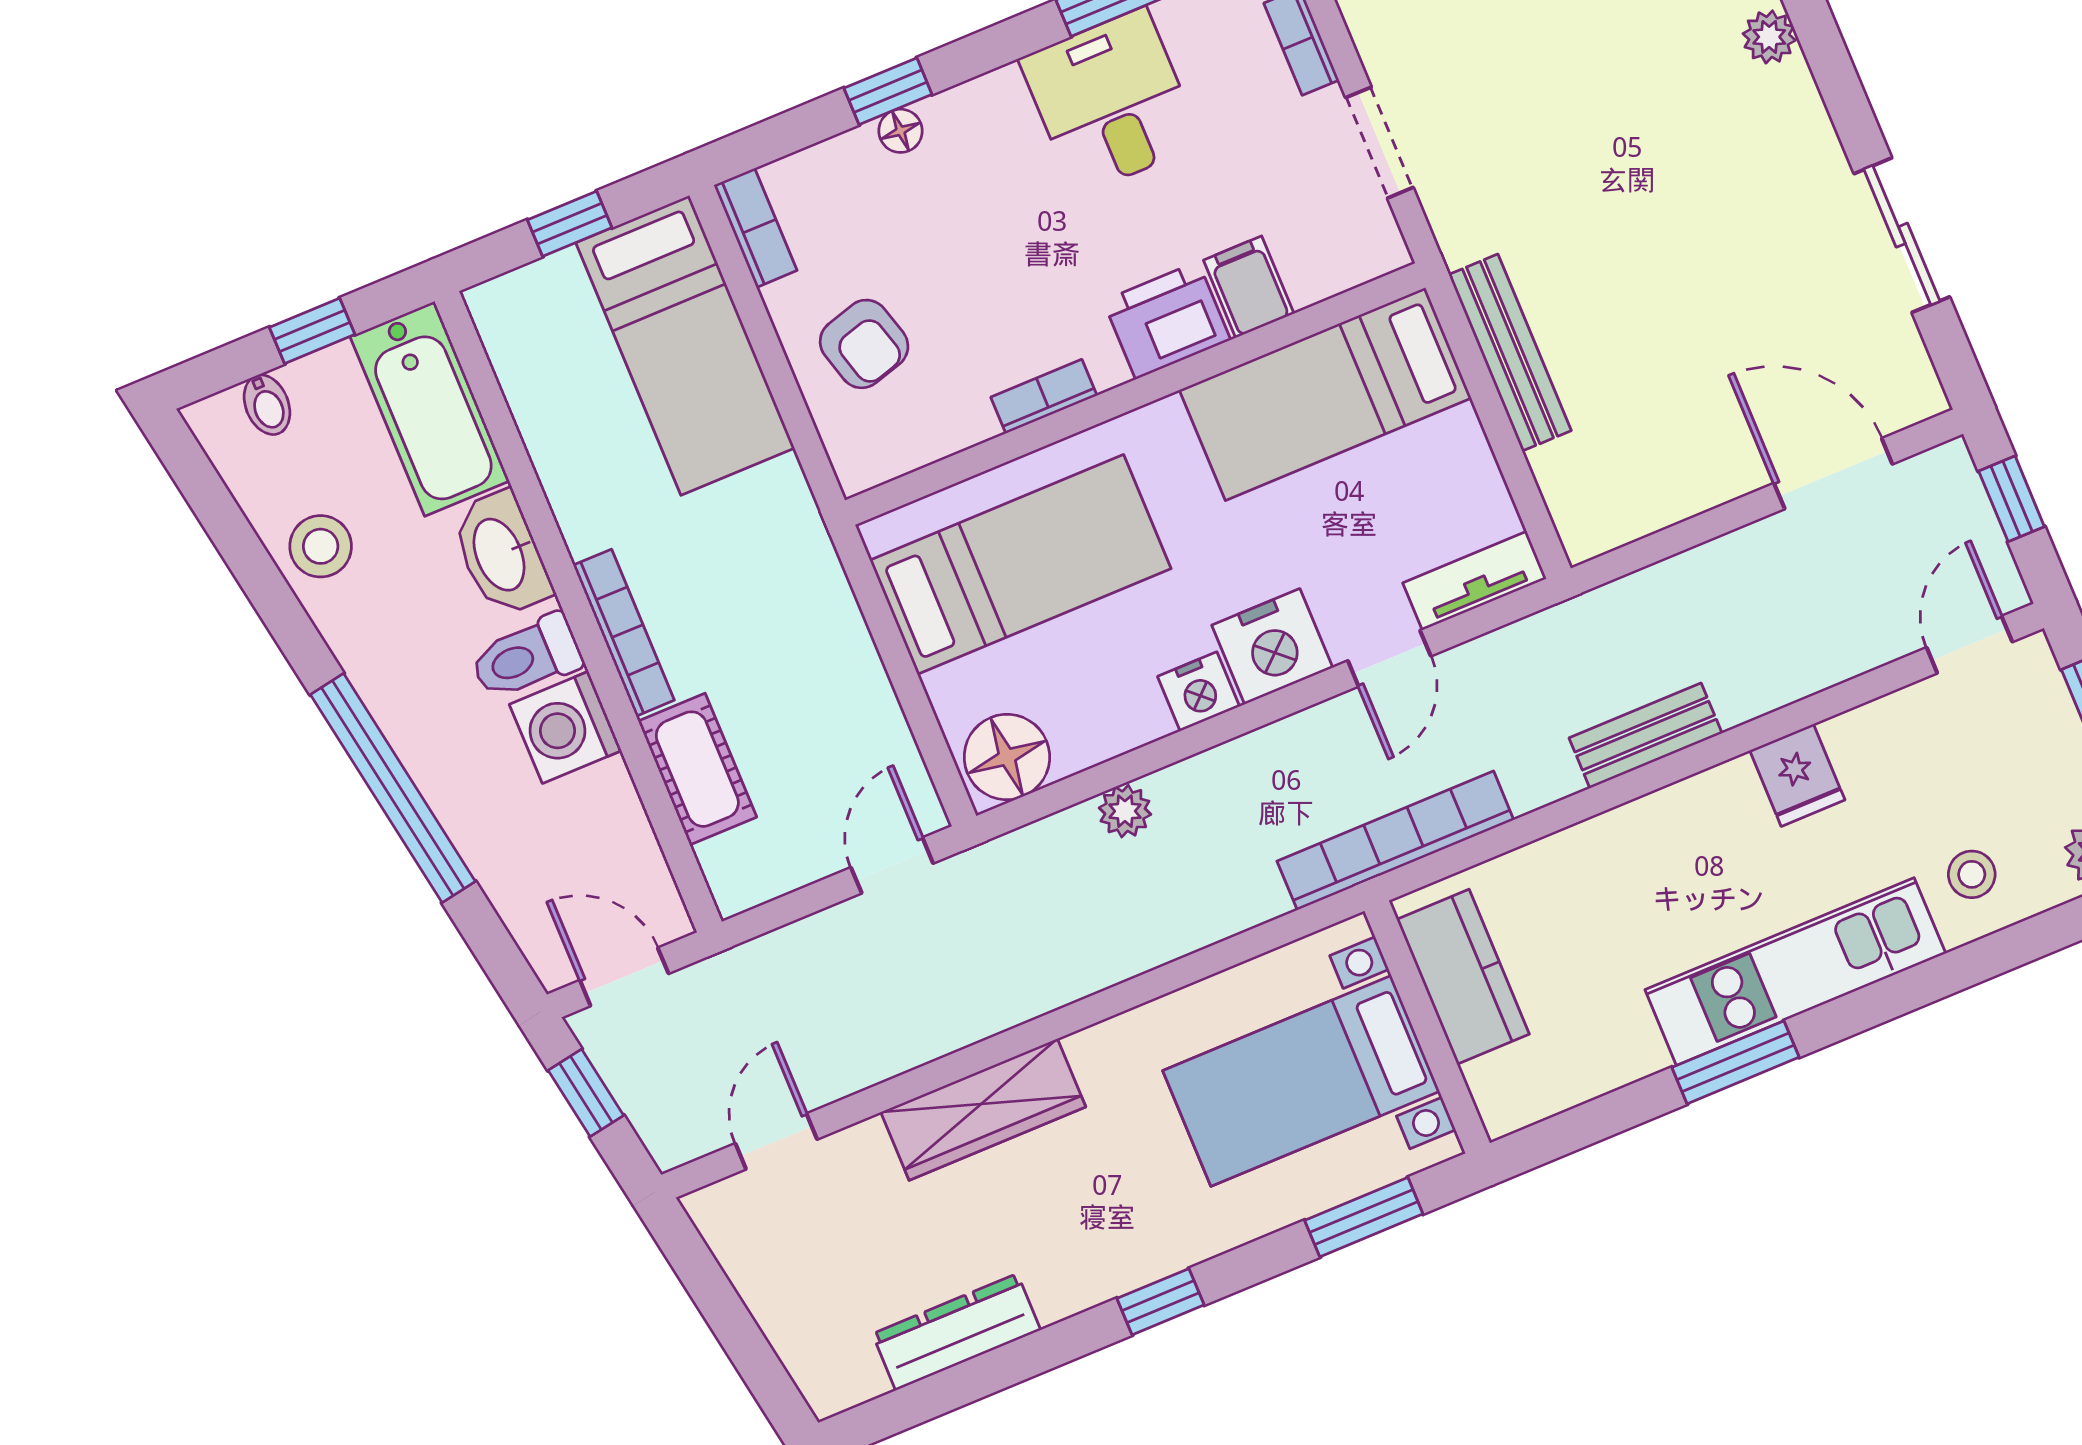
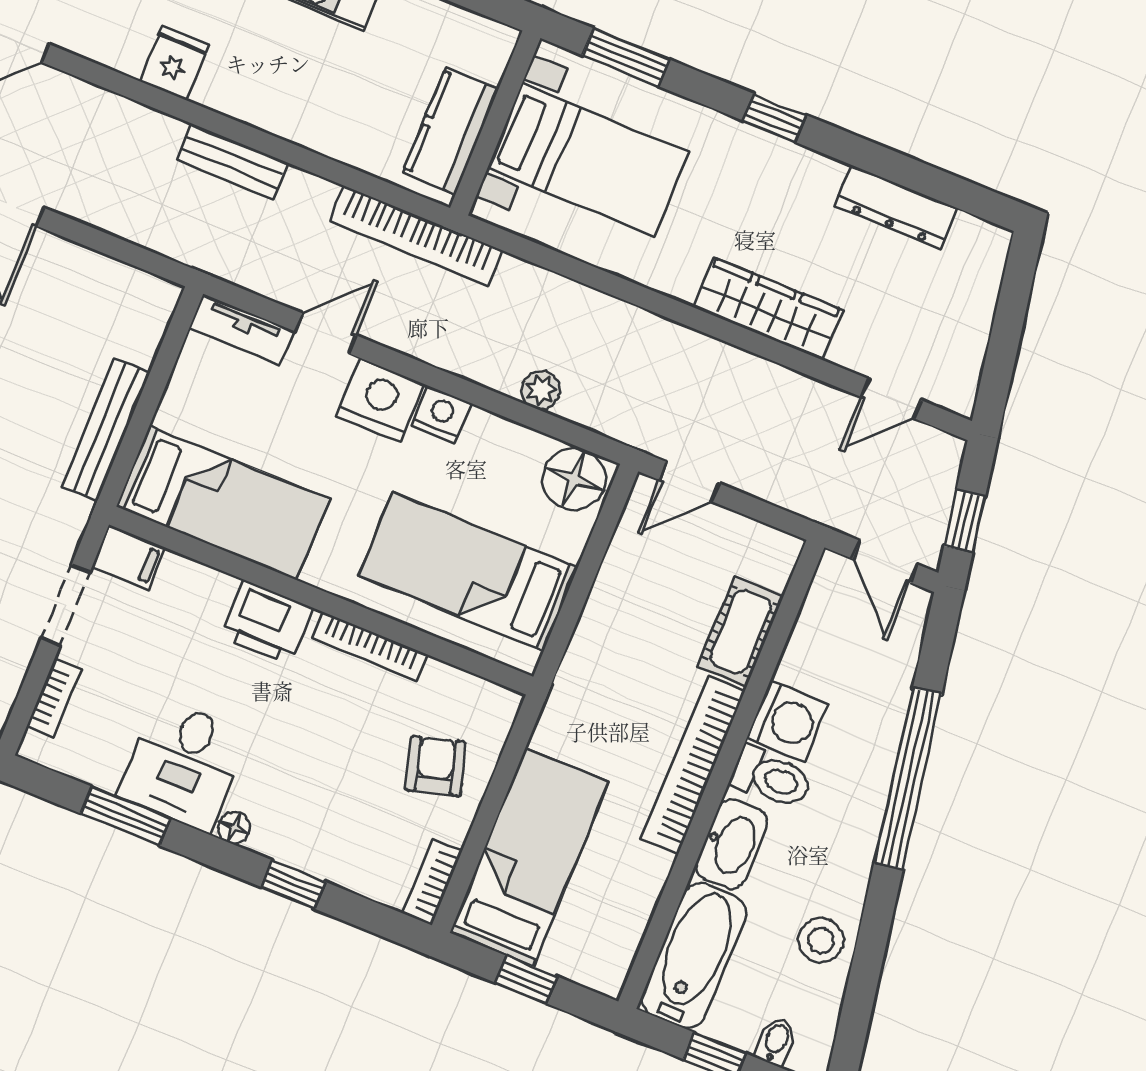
floor lamp: (900, 131) -> (234, 828), moved
filing cabinet: (1249, 287) -> (129, 557), moved, turned -90
bookcase: (1044, 396) -> (370, 646), width x1.56
bookcase: (624, 633) -> (693, 765), width x1.48, depth x1.31

